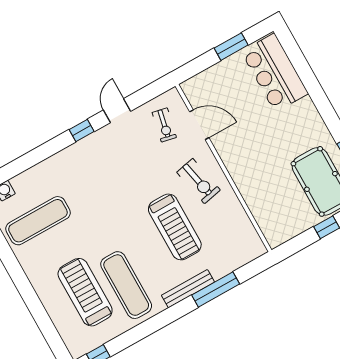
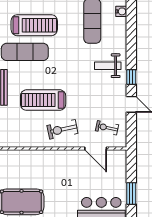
door: (199, 125) -> (96, 149), hinge flipped
weight bench: (84, 169) -> (108, 66), added

